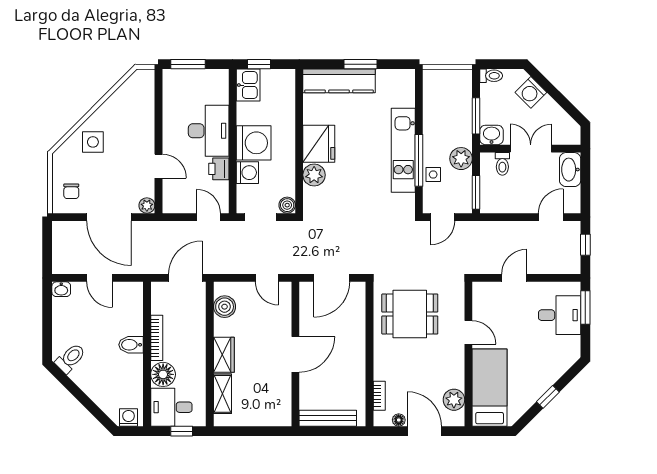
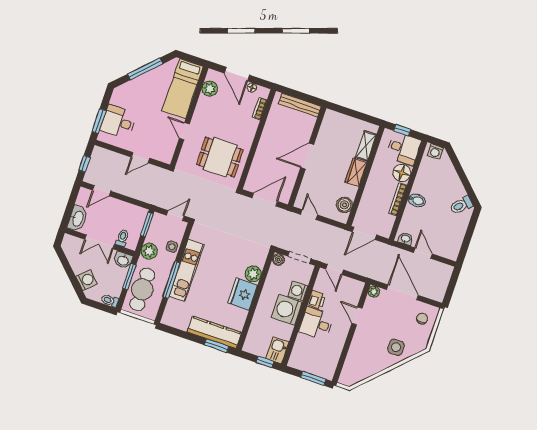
window: (361, 64) -> (217, 346), moved
cafe table: (453, 105) -> (142, 289), added
desk: (209, 131) -> (316, 324), width x0.73
window: (419, 160) -> (172, 280), moved
washbasin: (61, 289) -> (406, 239), moved
window: (548, 397) -> (145, 69), width x2.17

